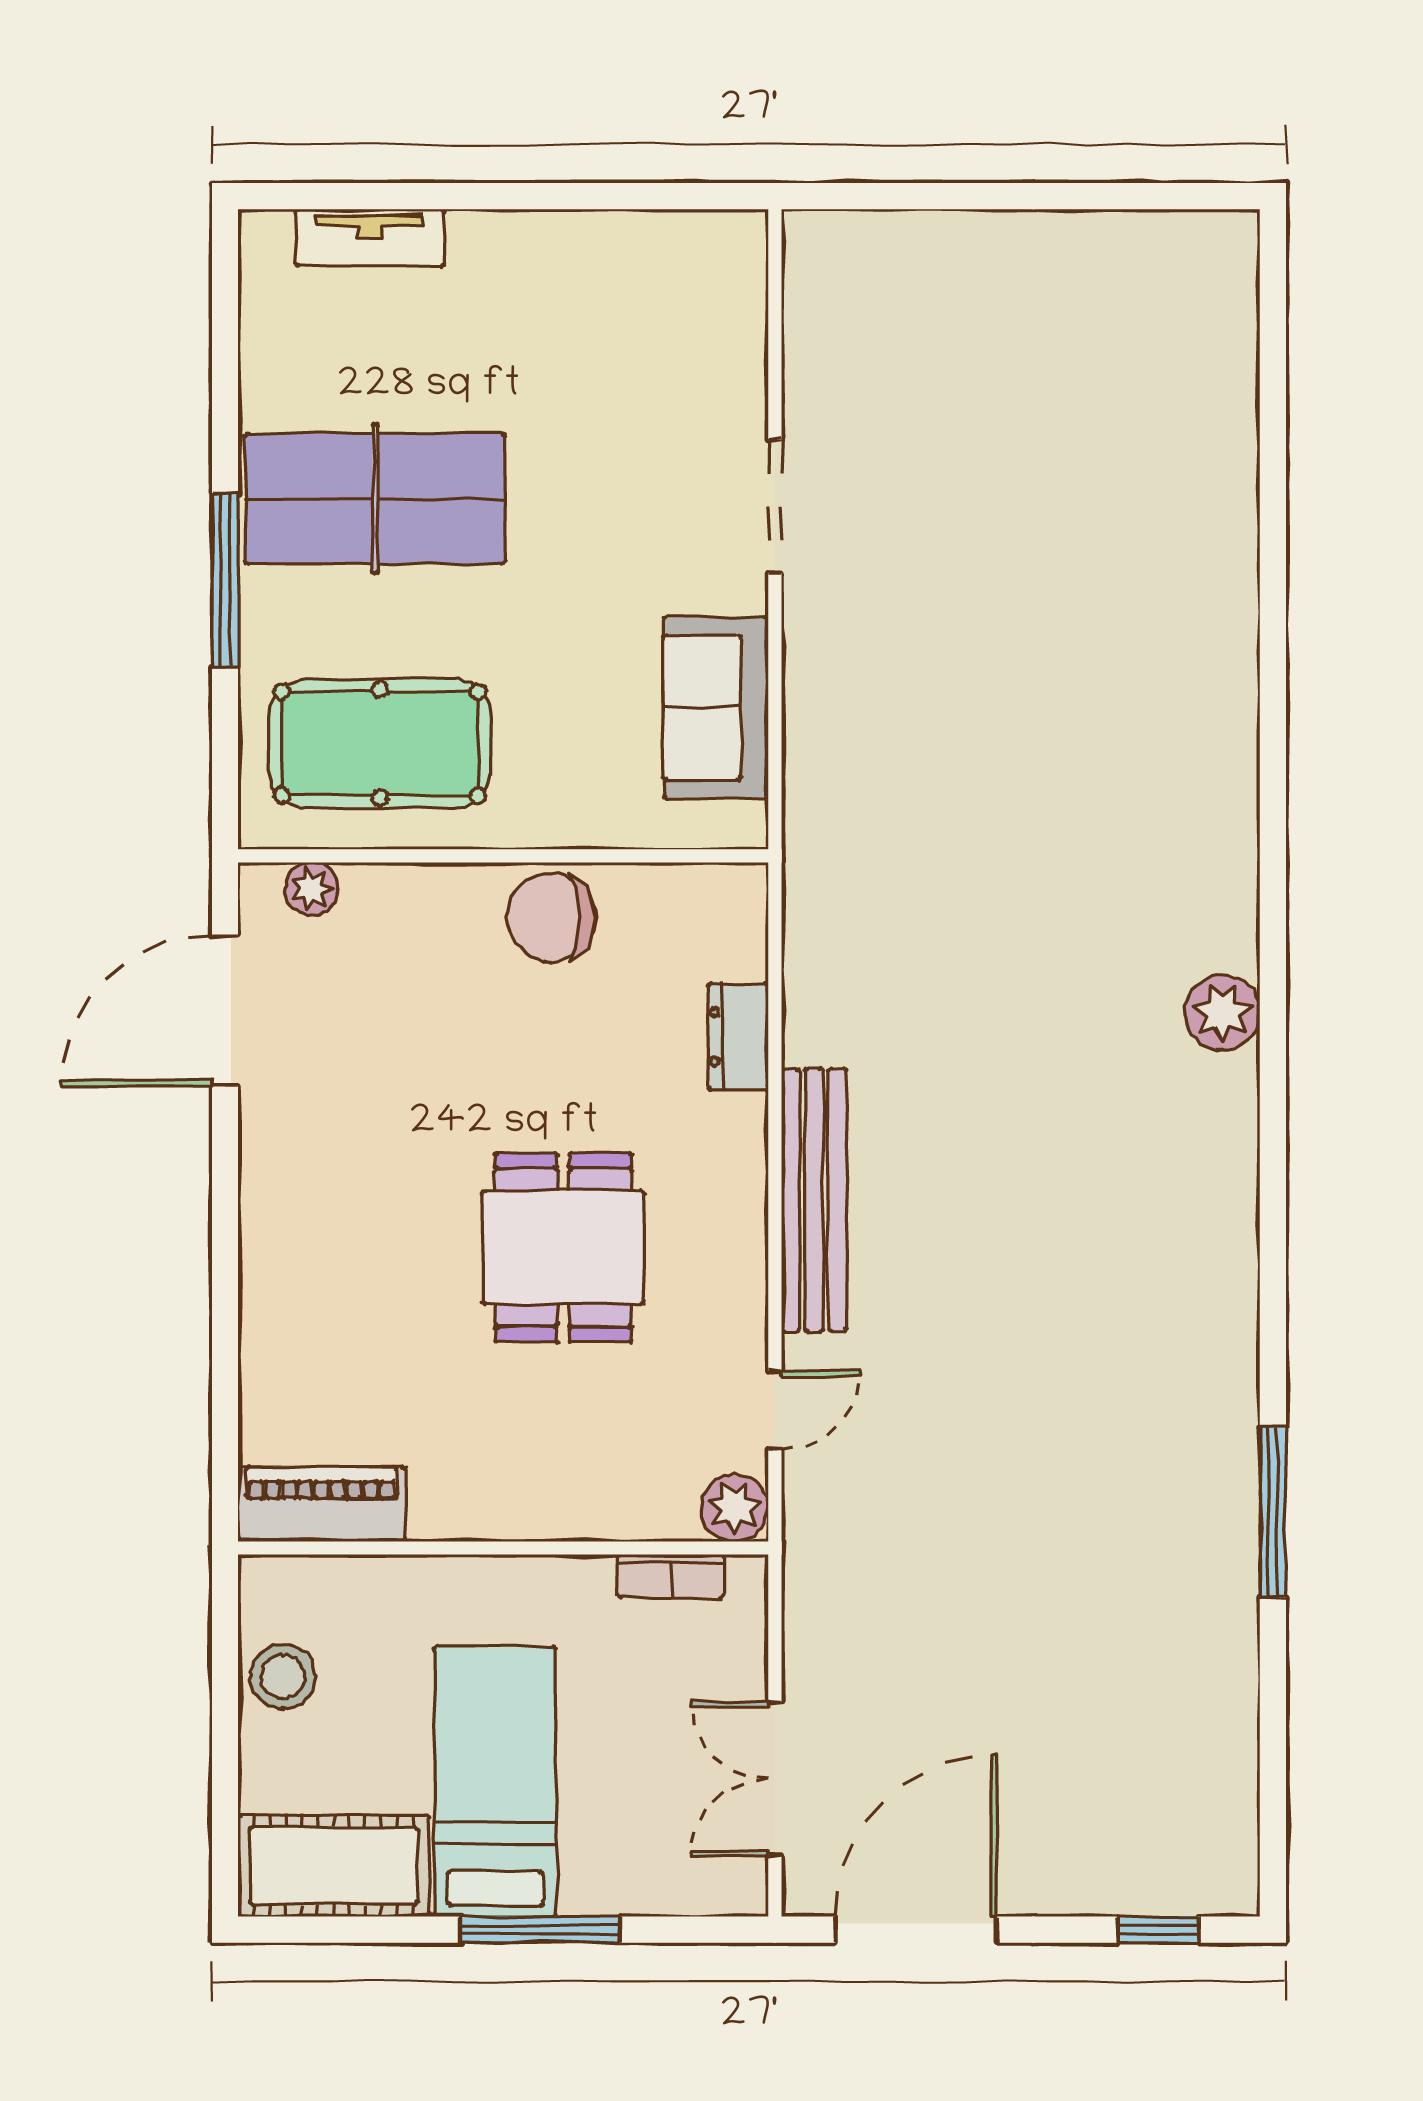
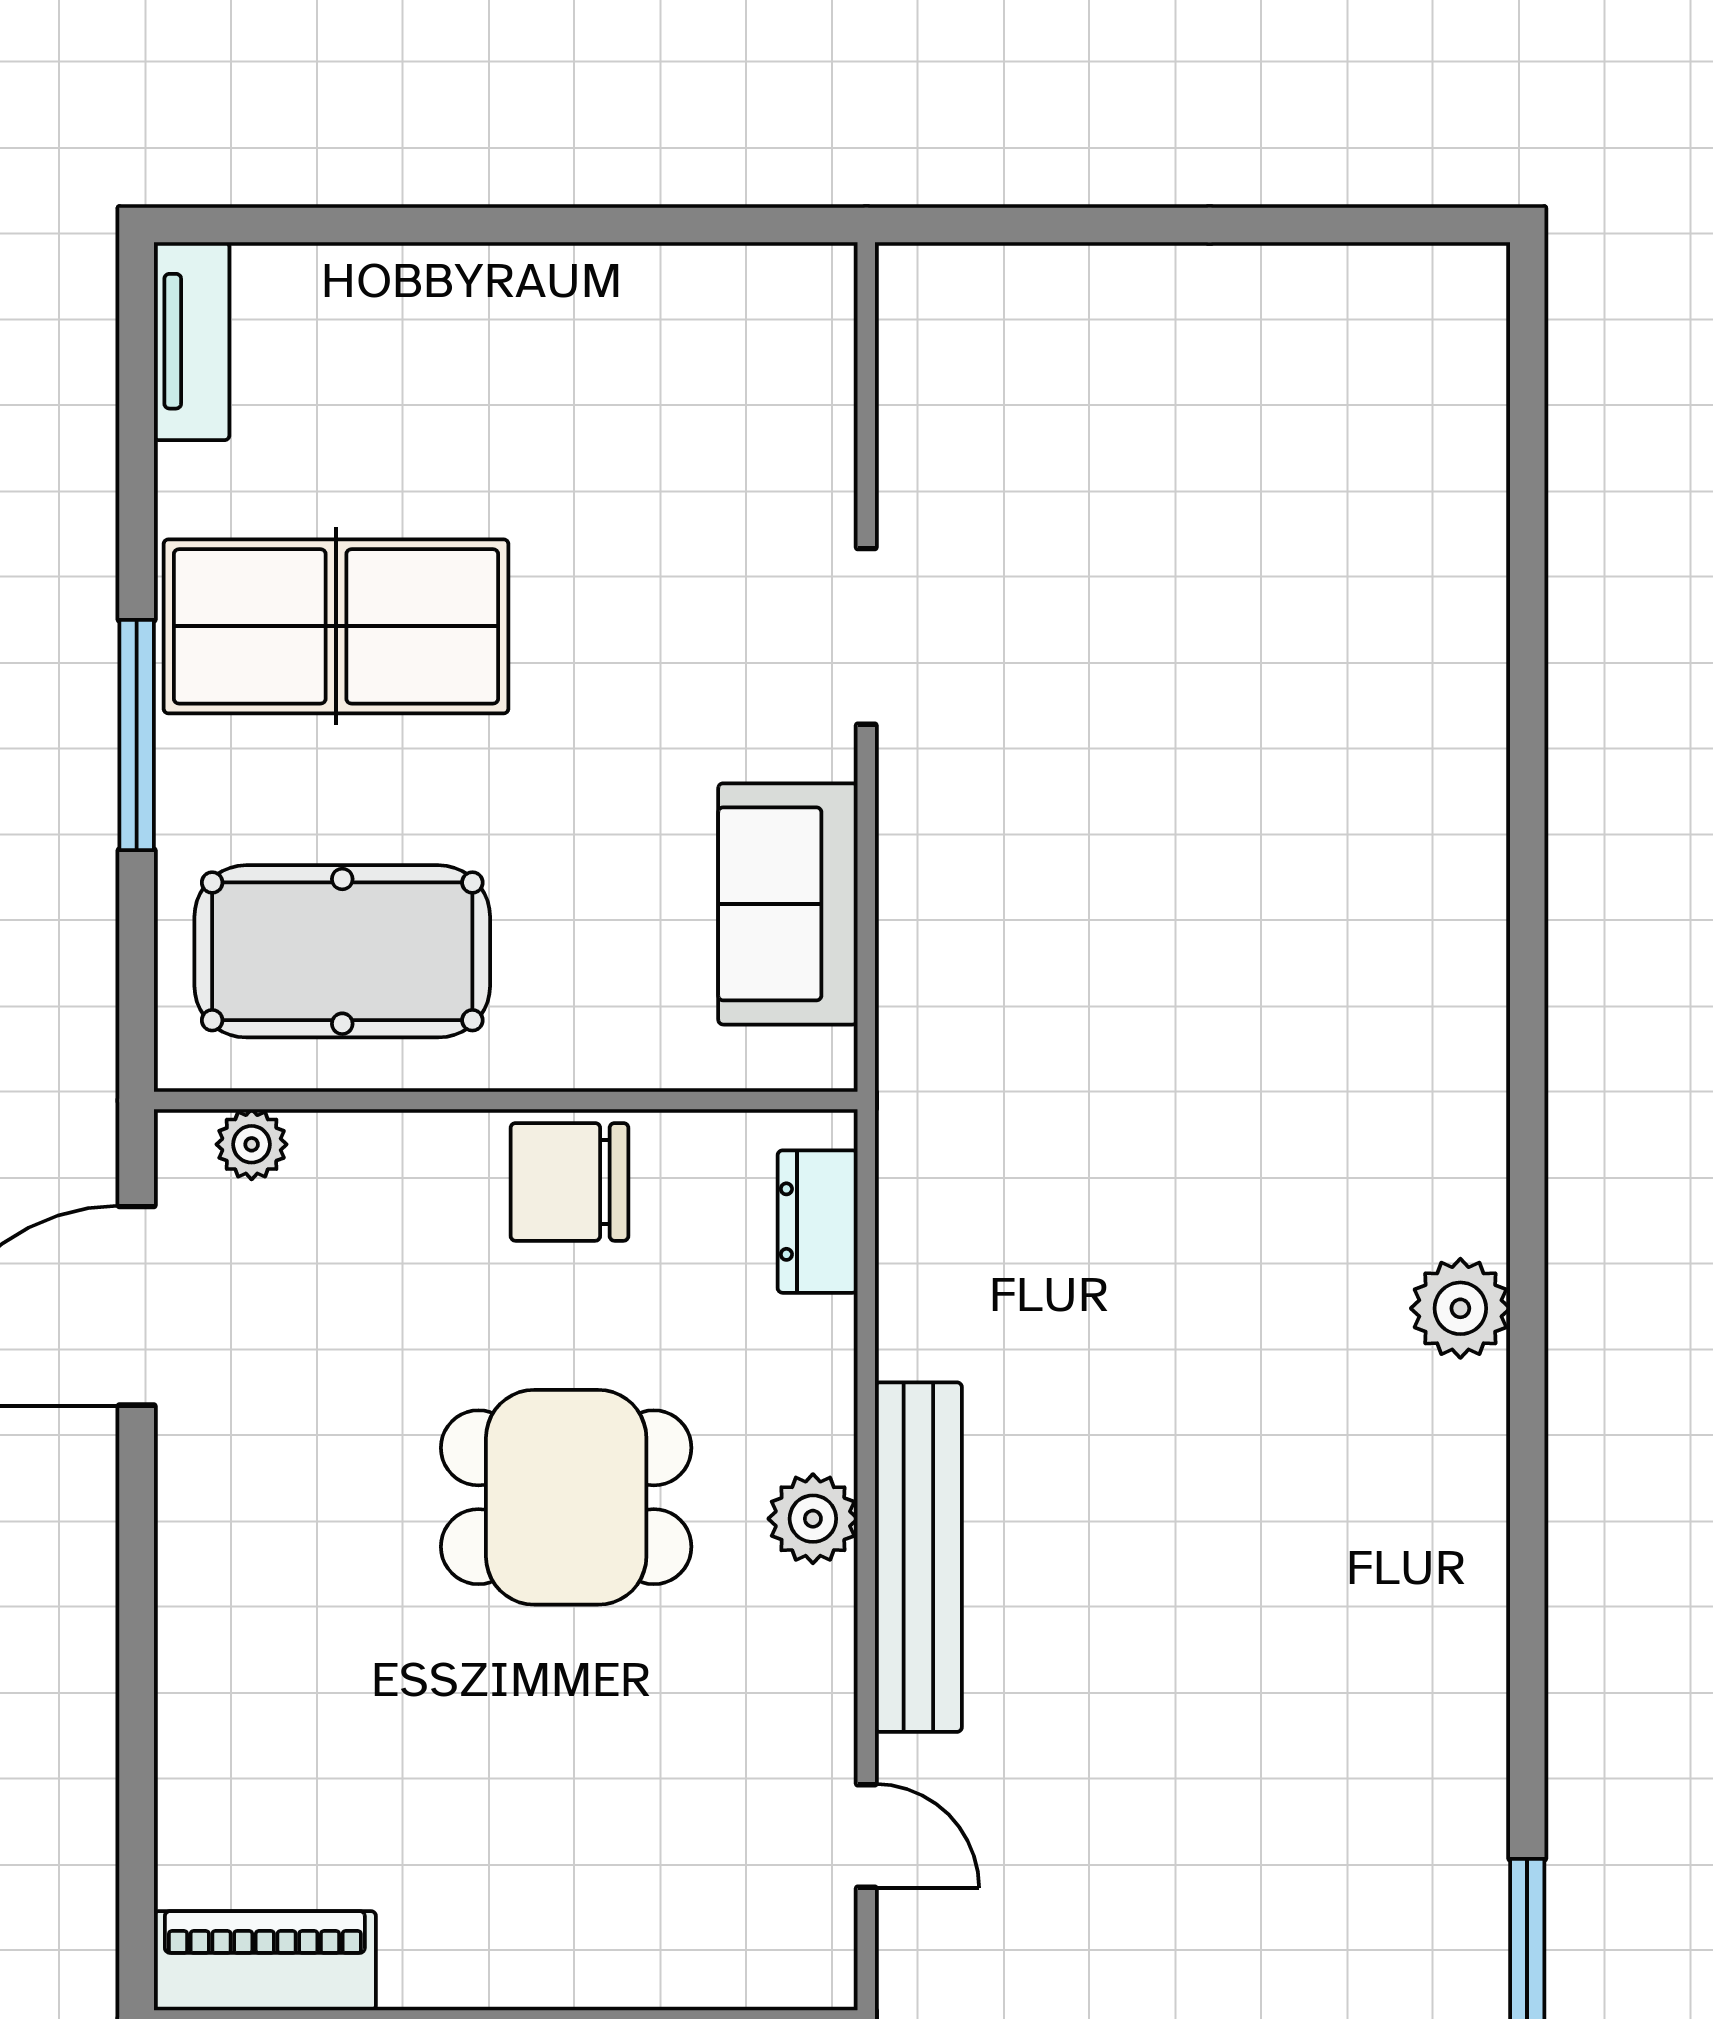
tv unit: (370, 238) -> (192, 341), moved, turned -90
dresser: (738, 1037) -> (818, 1222), moved
dining table: (563, 1248) -> (566, 1497), moved, turned 90
door: (775, 1410) -> (866, 1836), hinge flipped
plant: (735, 1508) -> (813, 1519), moved

